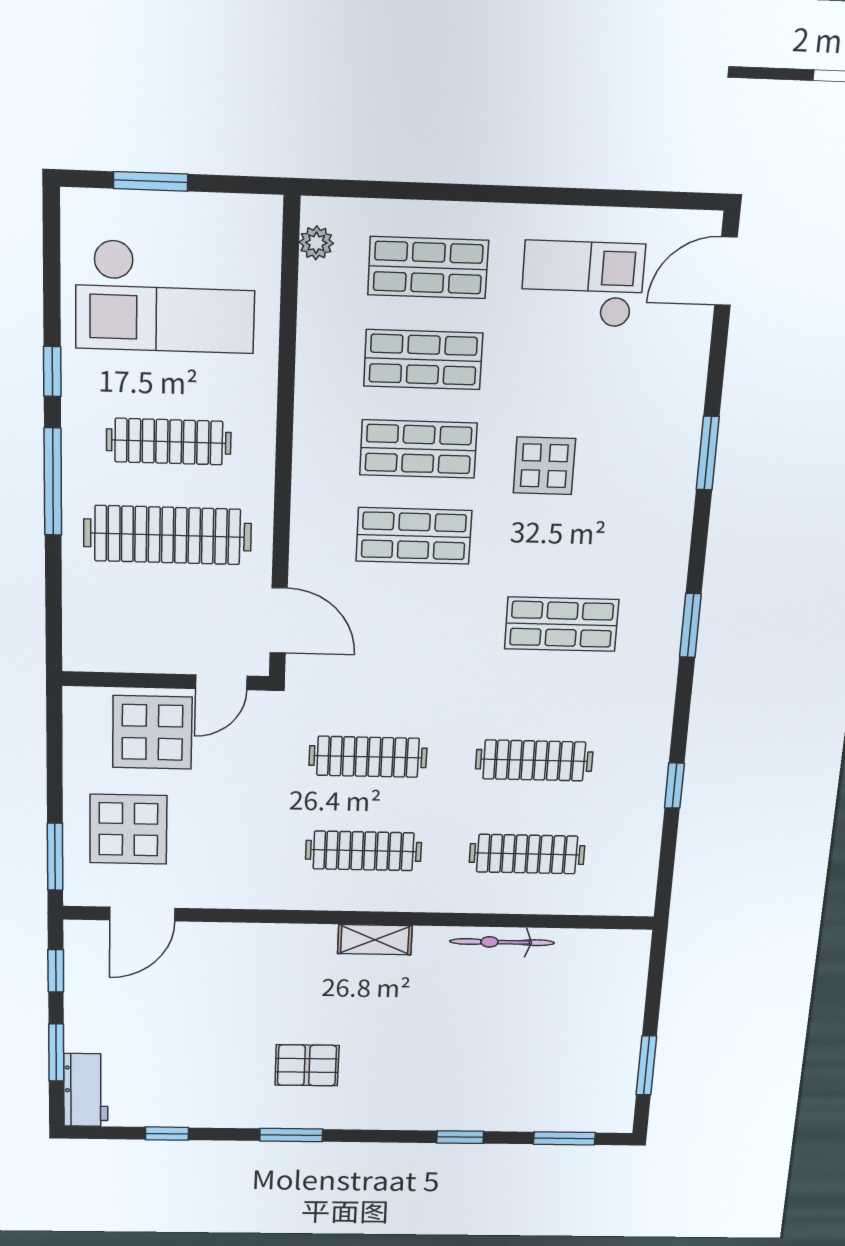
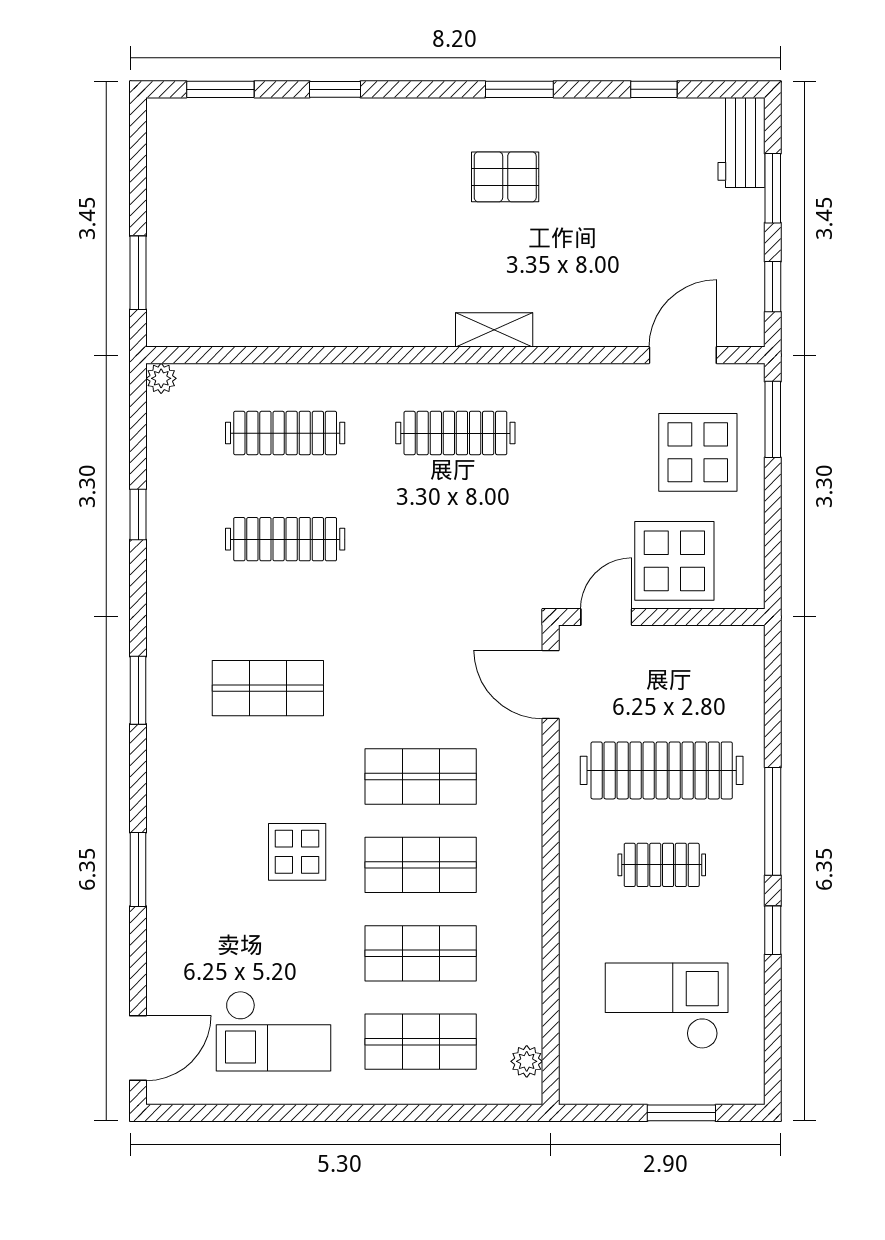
checkout: (165, 296) -> (667, 1006), width x0.73, depth x0.83
clothes rail: (169, 442) -> (662, 865), width x0.73
clothes rail: (368, 757) -> (455, 539), removed
plant: (641, 903) -> (161, 378), added
shelving: (375, 940) -> (494, 330), moved
bicycle: (502, 942) -> (305, 330), removed
window: (646, 1065) -> (138, 273), moved

